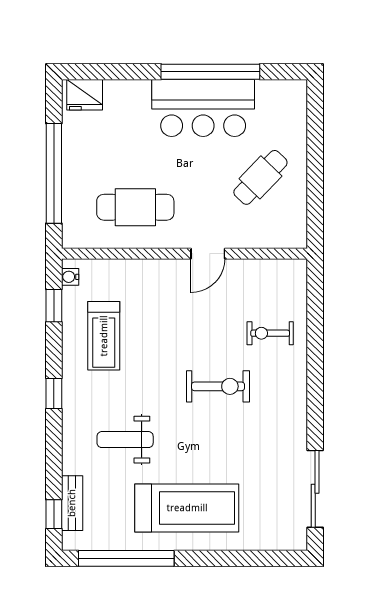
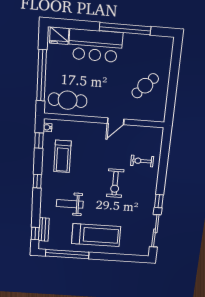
bar counter: (203, 108) -> (95, 46), moved
cafe table: (135, 207) -> (68, 100), moved
exercise bike: (218, 386) -> (115, 183), turned 90
window: (315, 419) -> (159, 201), added

